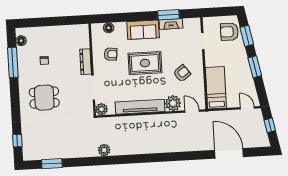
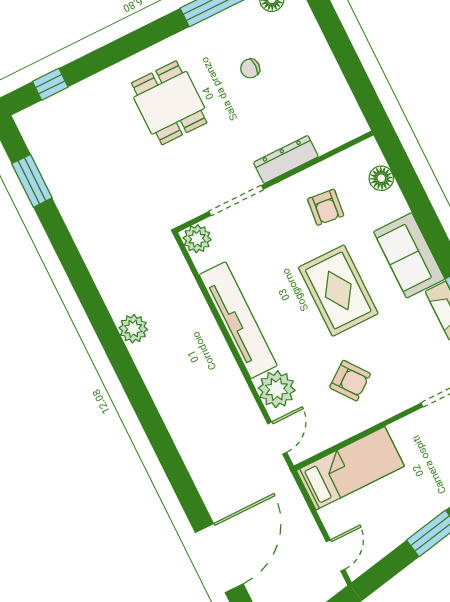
plant: (104, 150) -> (133, 329), moved

